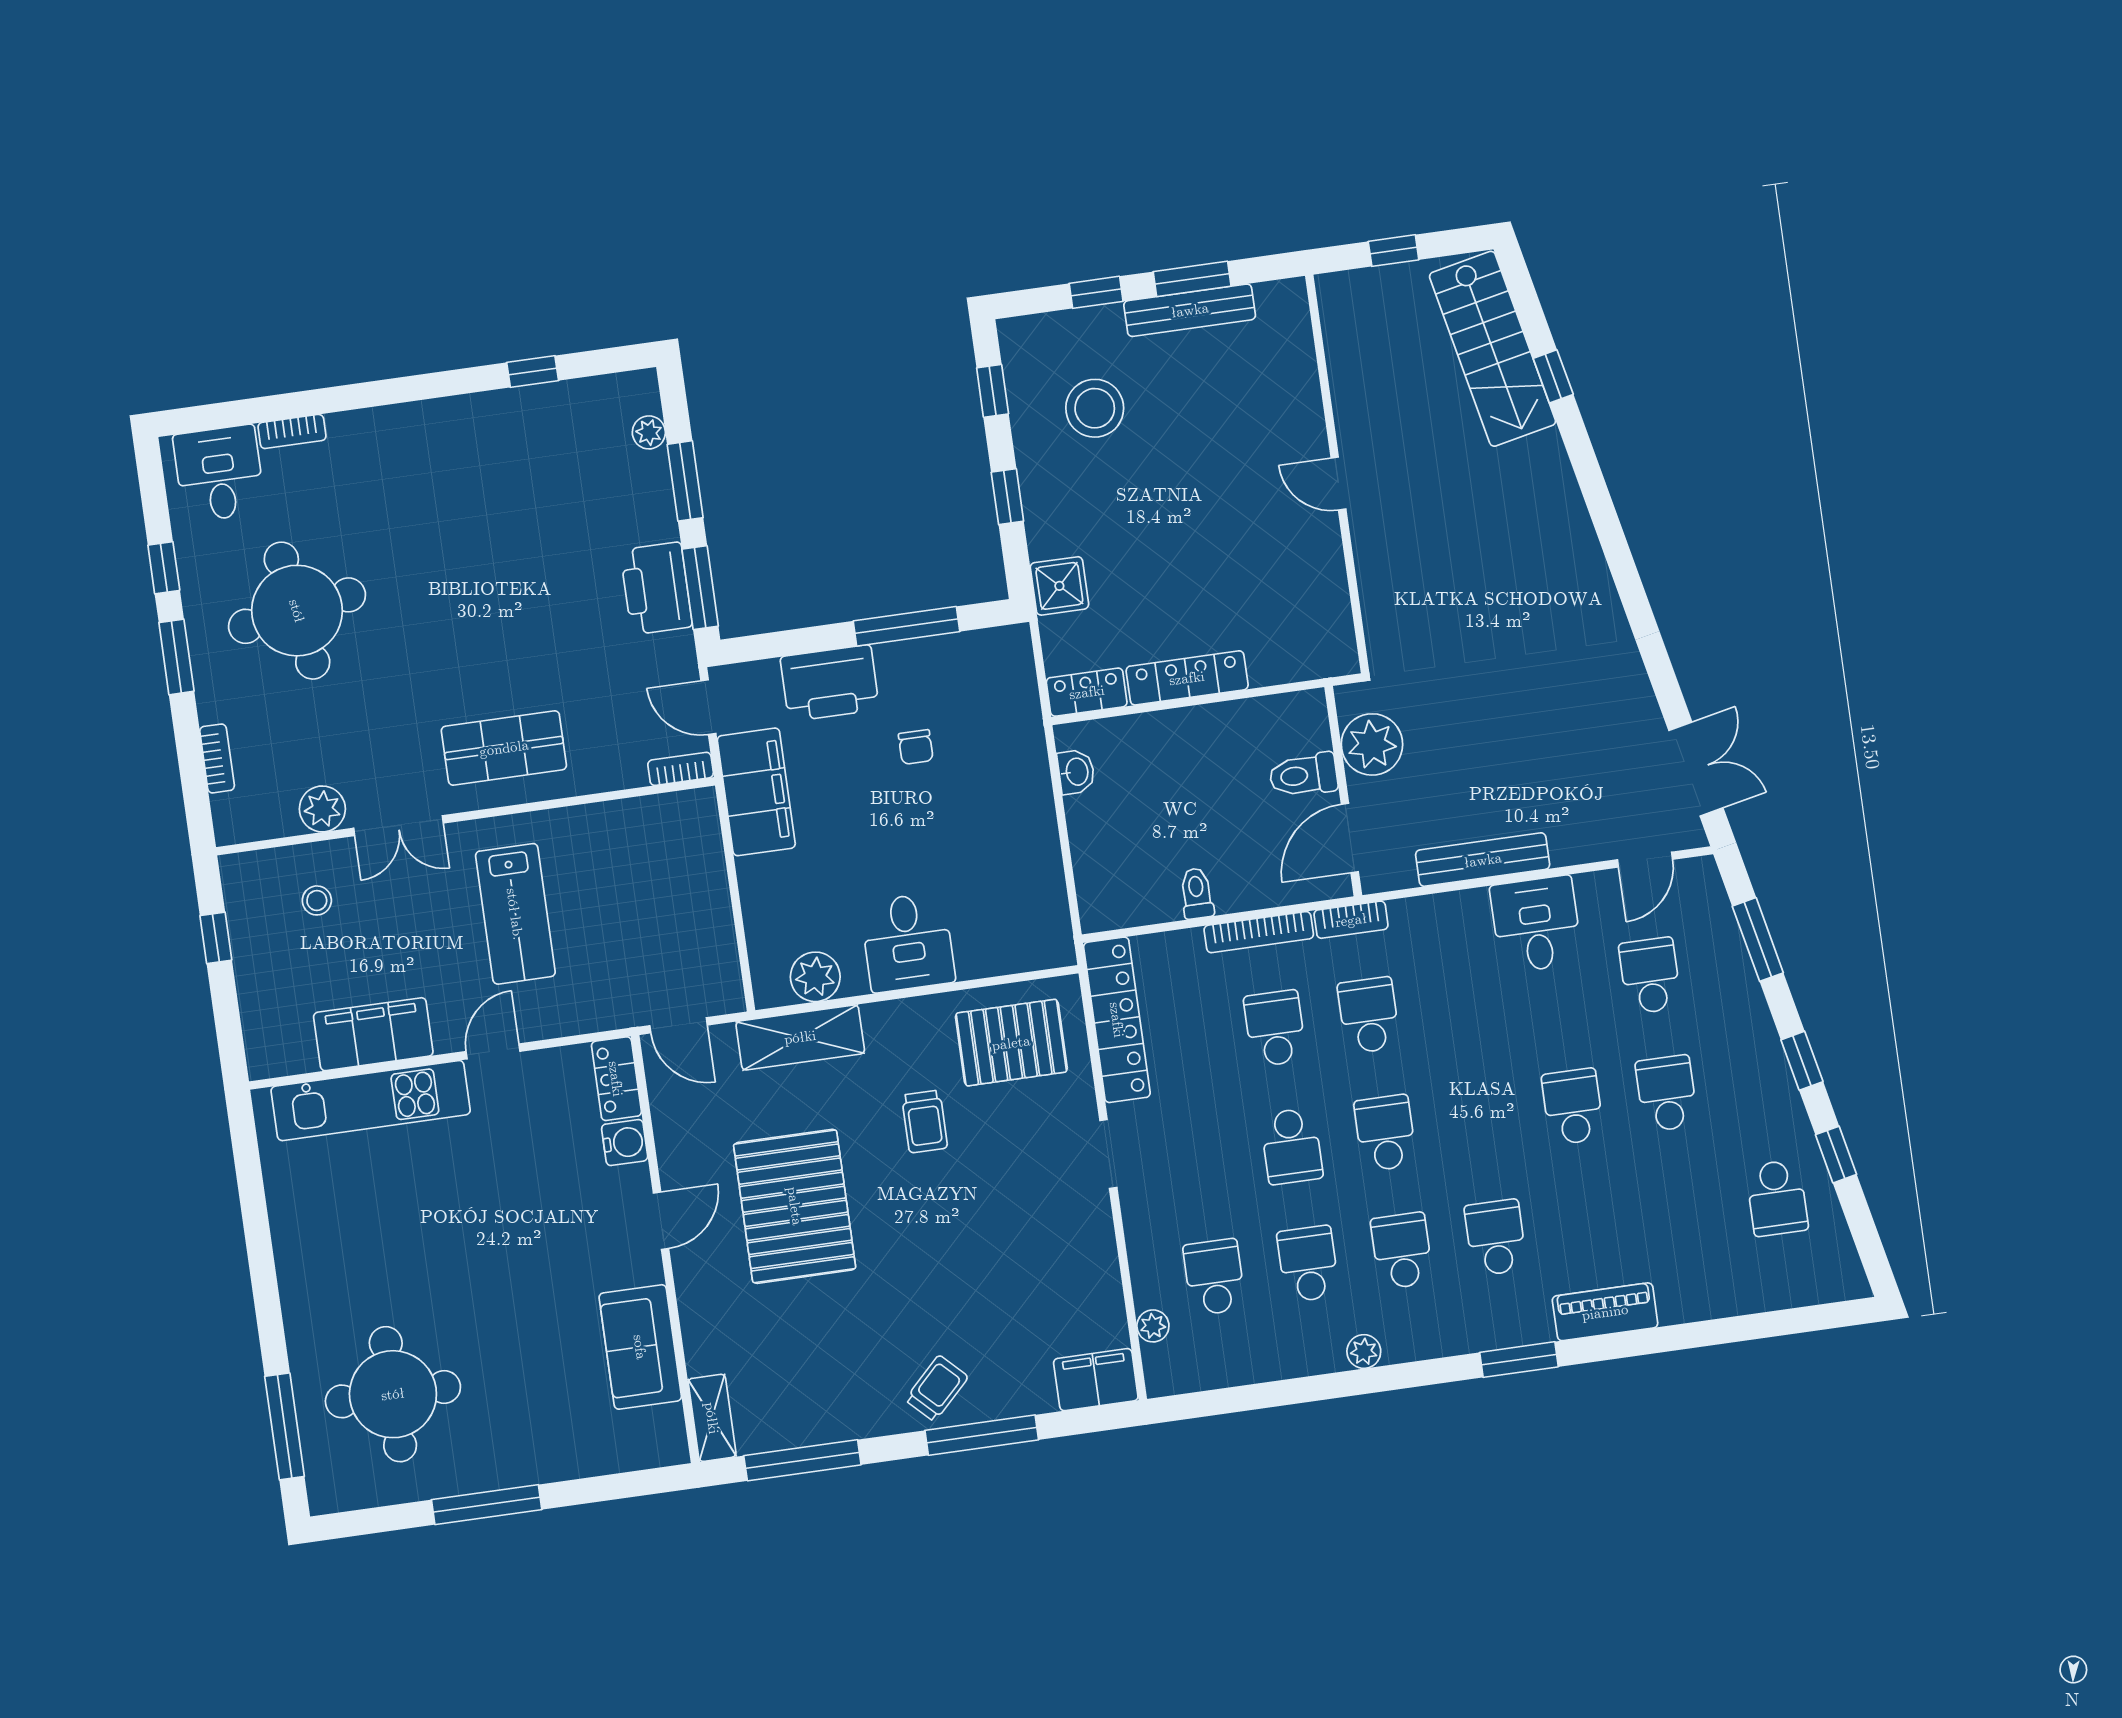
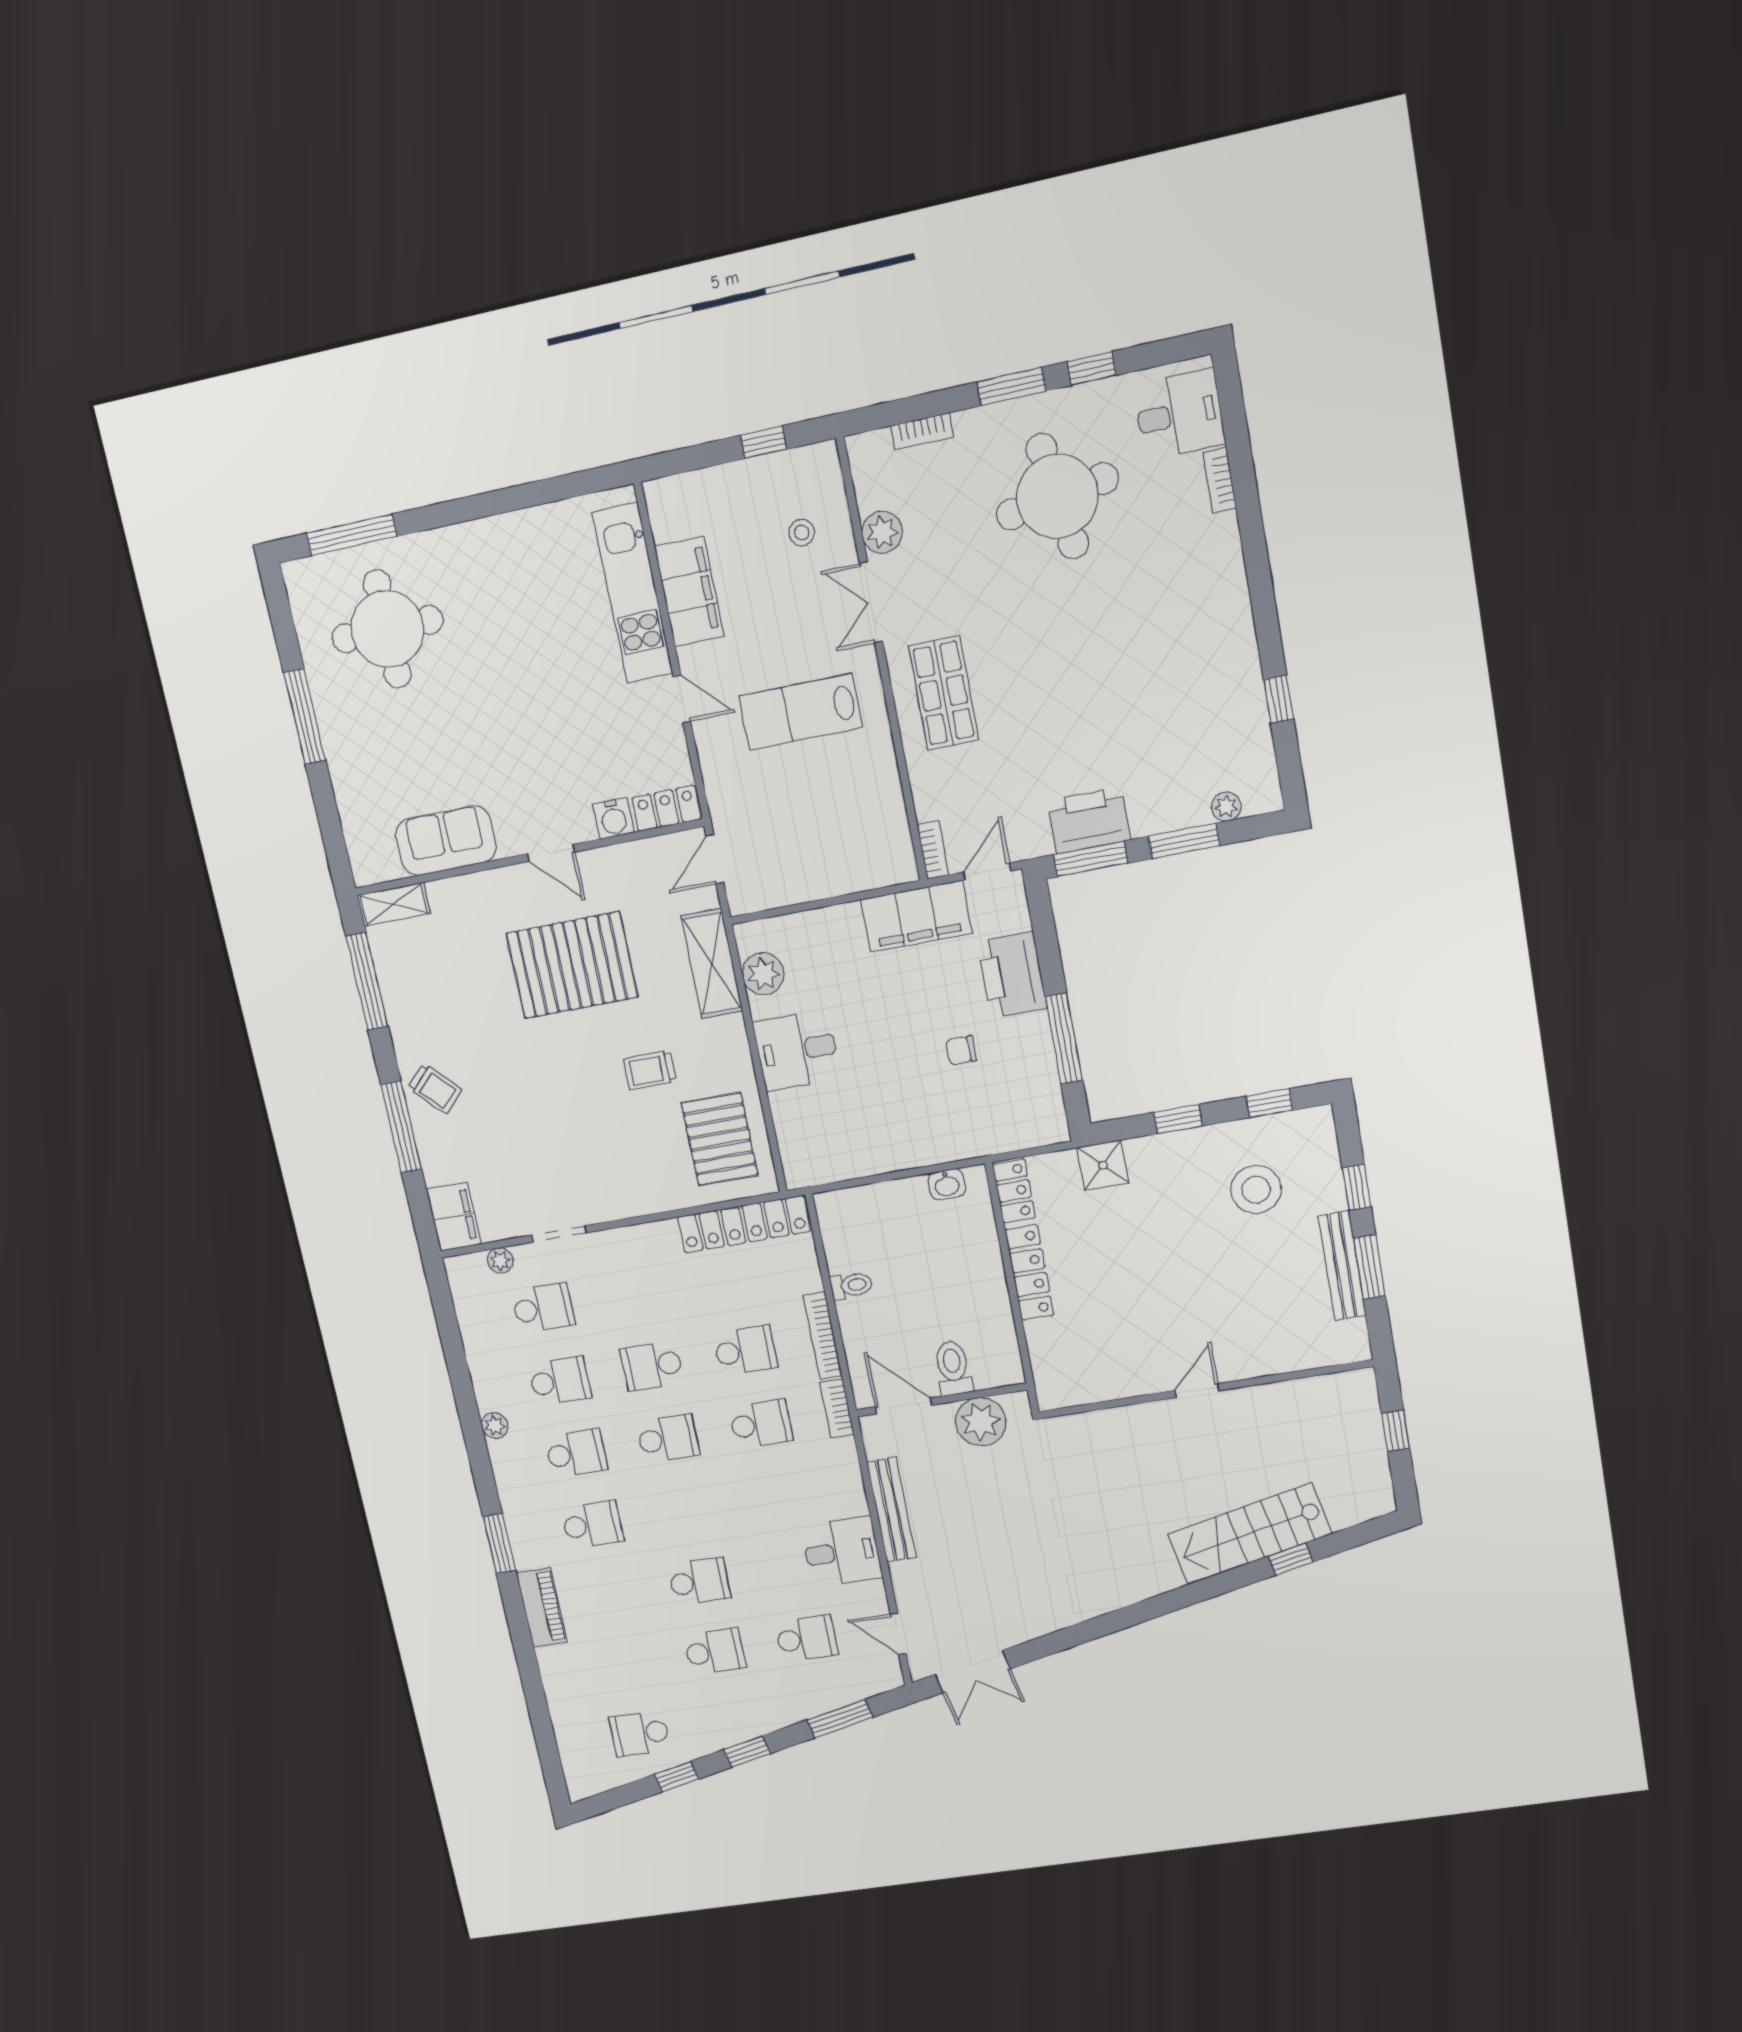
stairs: (1493, 349) -> (1249, 1534), moved
doorway: (1108, 1154) -> (559, 1234), moved

